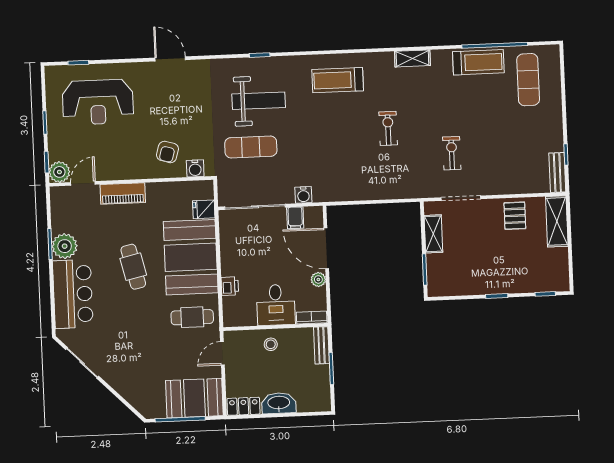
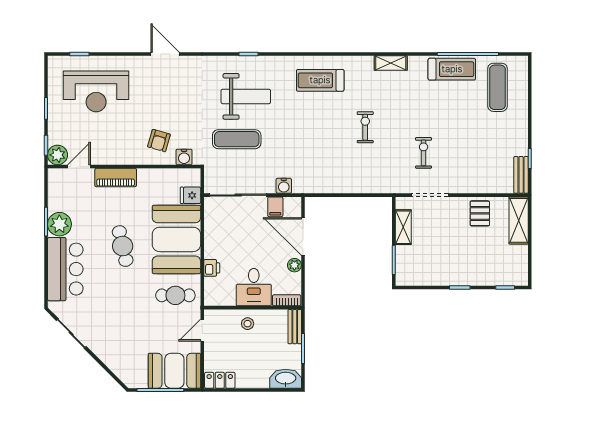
washbasin: (279, 403) -> (286, 379), moved

